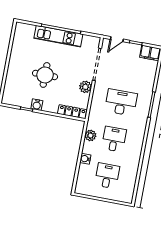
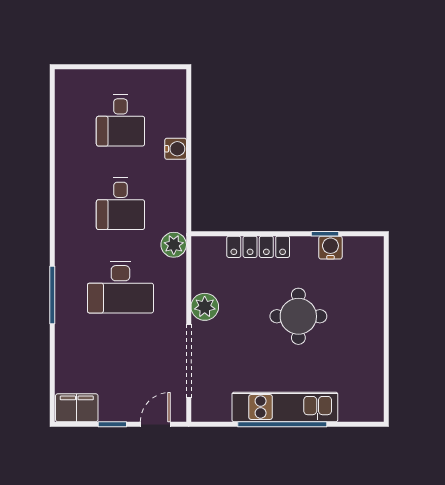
water cooler: (37, 105) -> (330, 248), moved
locker: (72, 112) -> (258, 247), moved
plant: (90, 135) -> (174, 245), moved

